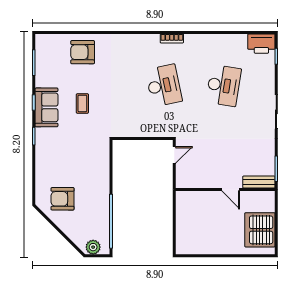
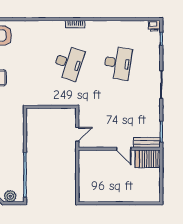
printer: (261, 44) -> (154, 26), width x0.53, depth x0.68
desk: (164, 86) -> (69, 63), turned 30
door: (174, 155) -> (77, 134), moved
server rack: (260, 230) -> (148, 159), moved, width x0.62

